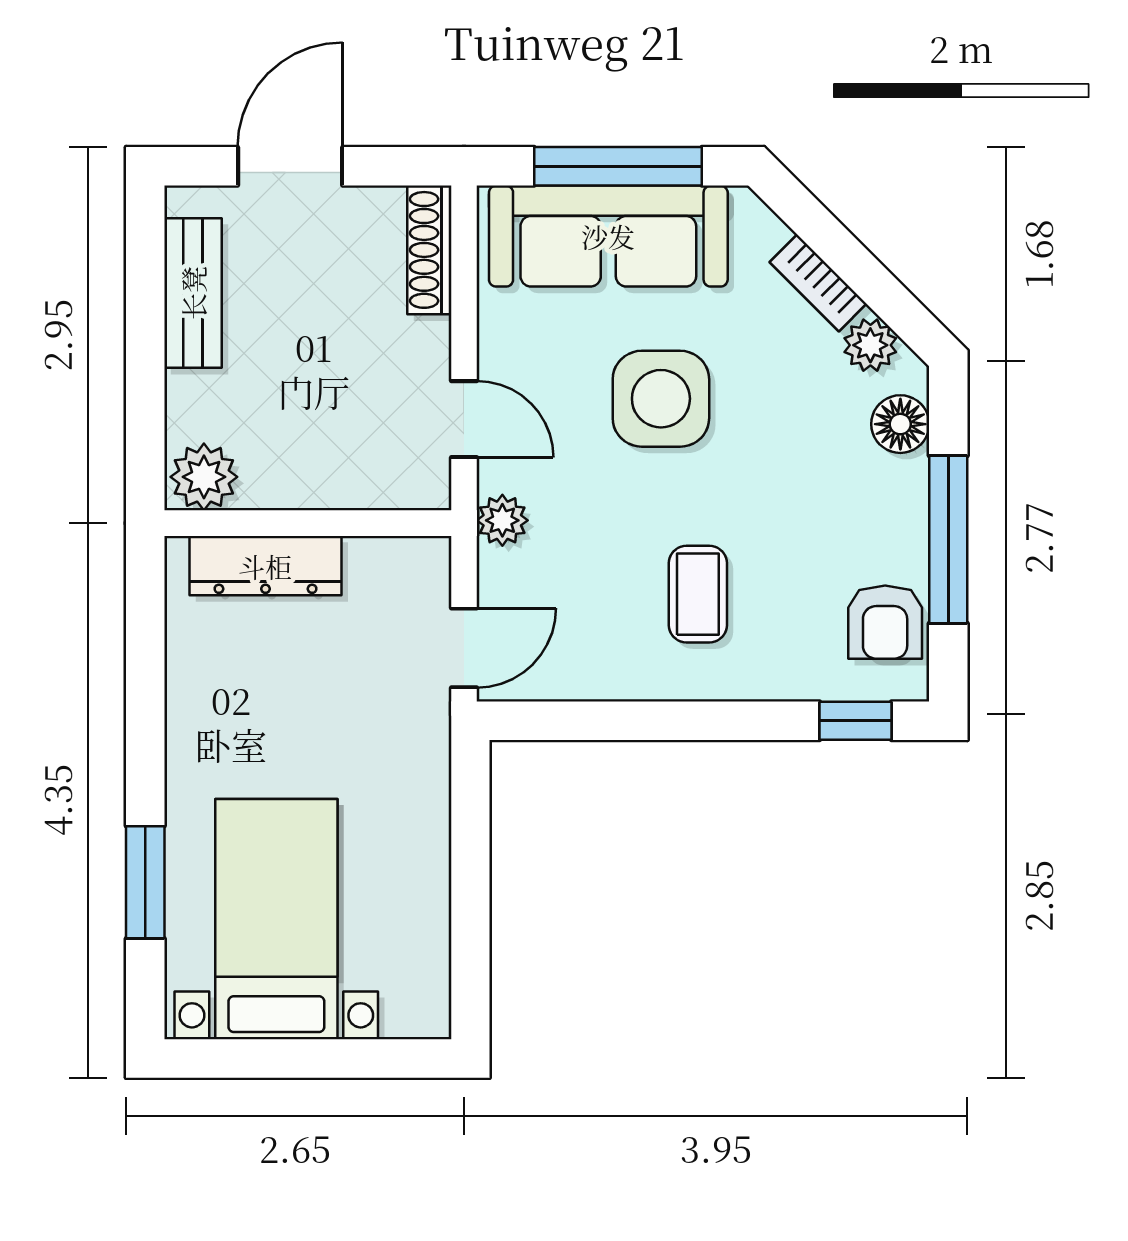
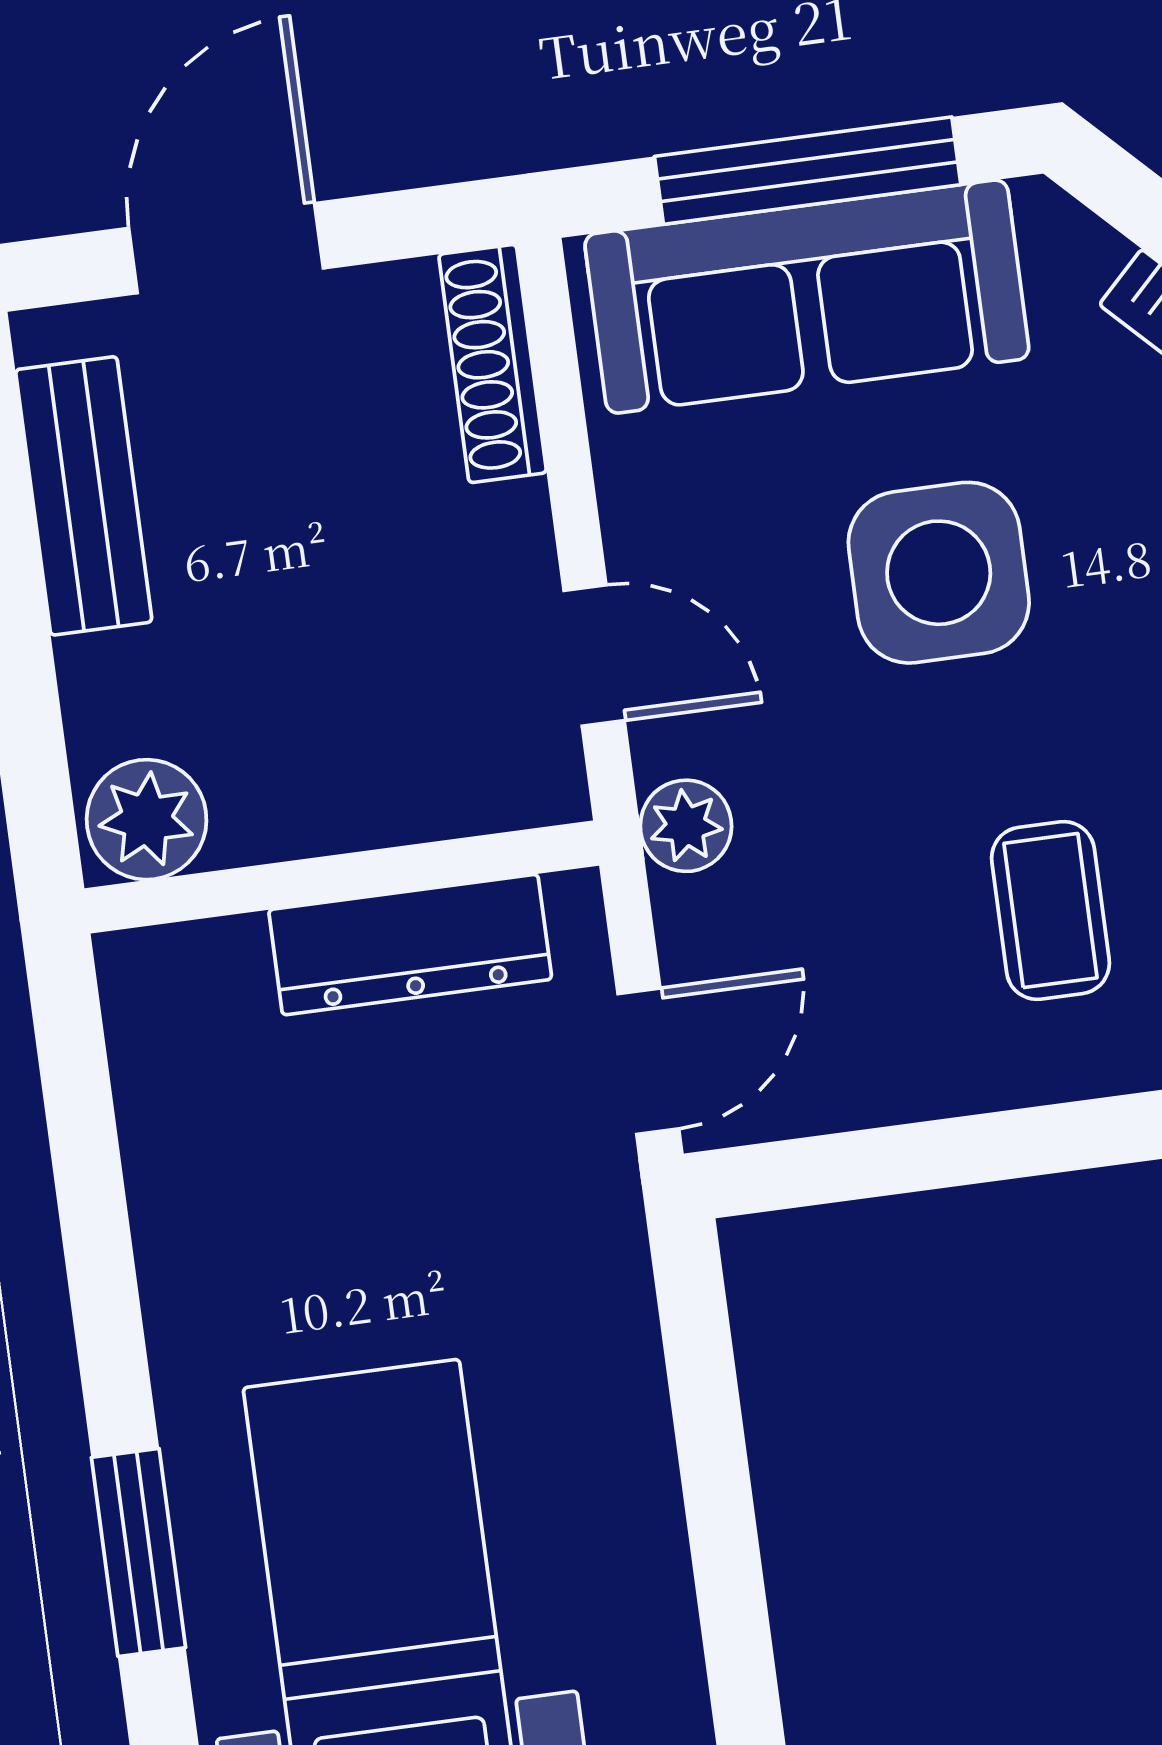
dresser: (265, 566) -> (410, 945), moved

